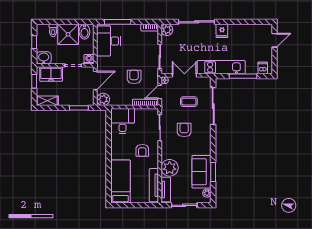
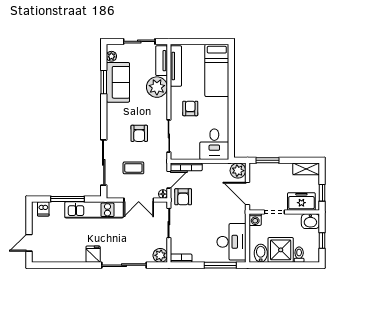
armchair: (134, 77) -> (183, 197), moved
door: (95, 81) -> (248, 194), hinge flipped

